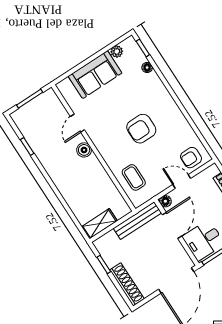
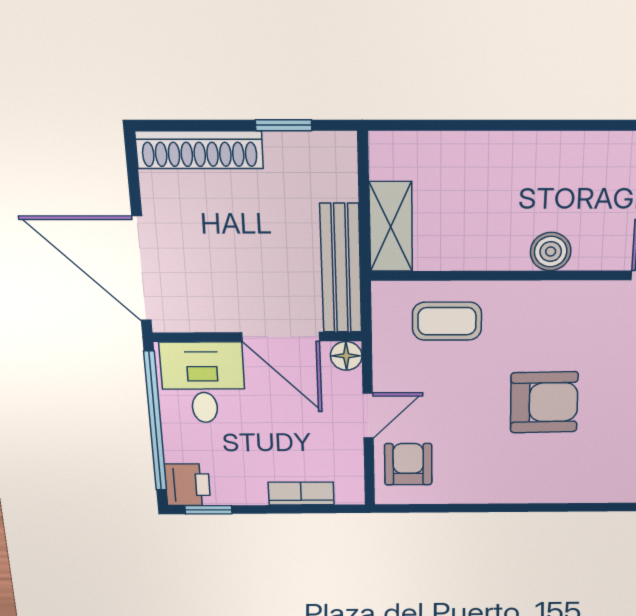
armchair: (141, 129) -> (544, 402), turned 89
boiler: (84, 150) -> (551, 252), moved
shelving: (99, 224) -> (391, 227), moved

